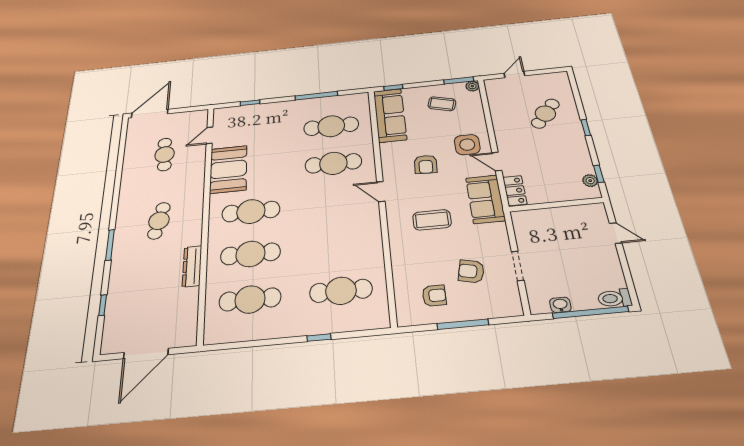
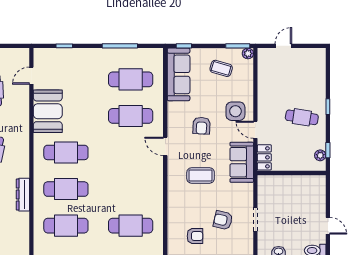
cafe table: (545, 114) -> (302, 117), moved, turned 60
door: (616, 233) -> (328, 226), moved

